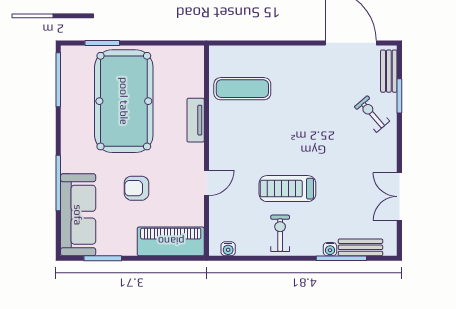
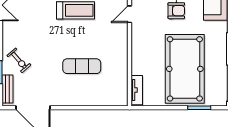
exercise mat: (242, 89) -> (82, 66), moved
tv unit: (196, 120) -> (137, 90), moved

